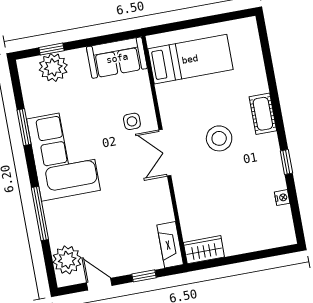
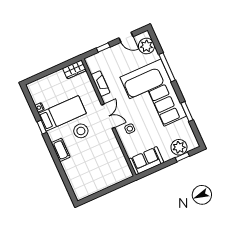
bed: (190, 59) -> (62, 113), moved, turned 180
corner sofa: (64, 155) -> (153, 97), width x1.36, depth x1.36
fireplace: (170, 245) -> (100, 84), moved

